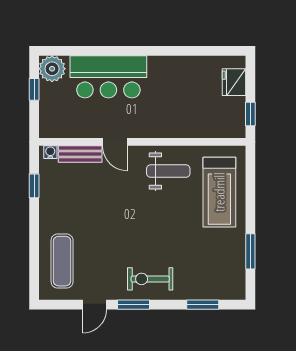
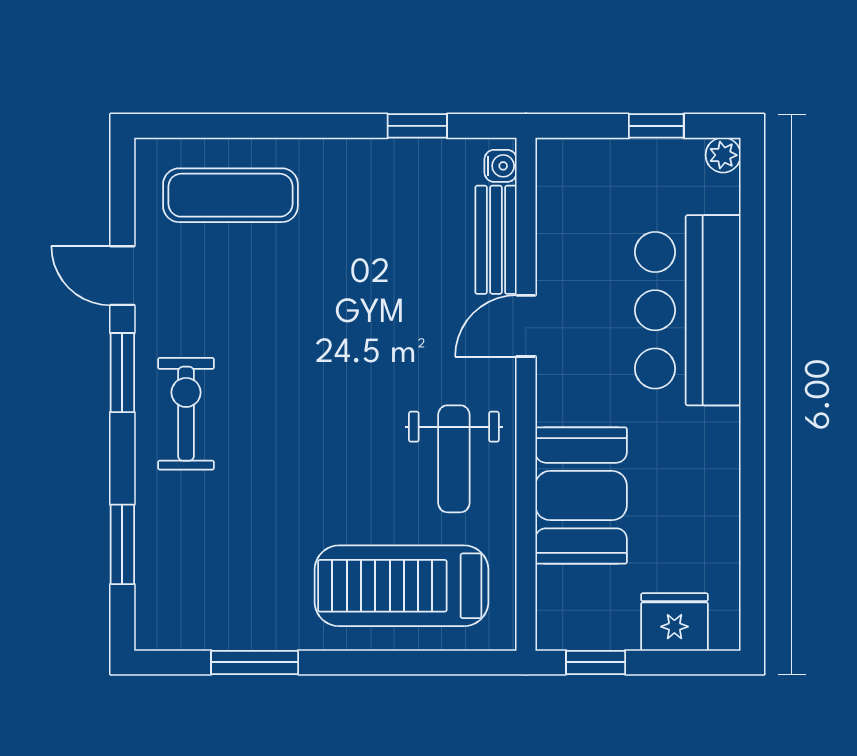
plant: (52, 69) -> (723, 155), width x0.53, depth x0.53
booth: (183, 120) -> (581, 496), added

